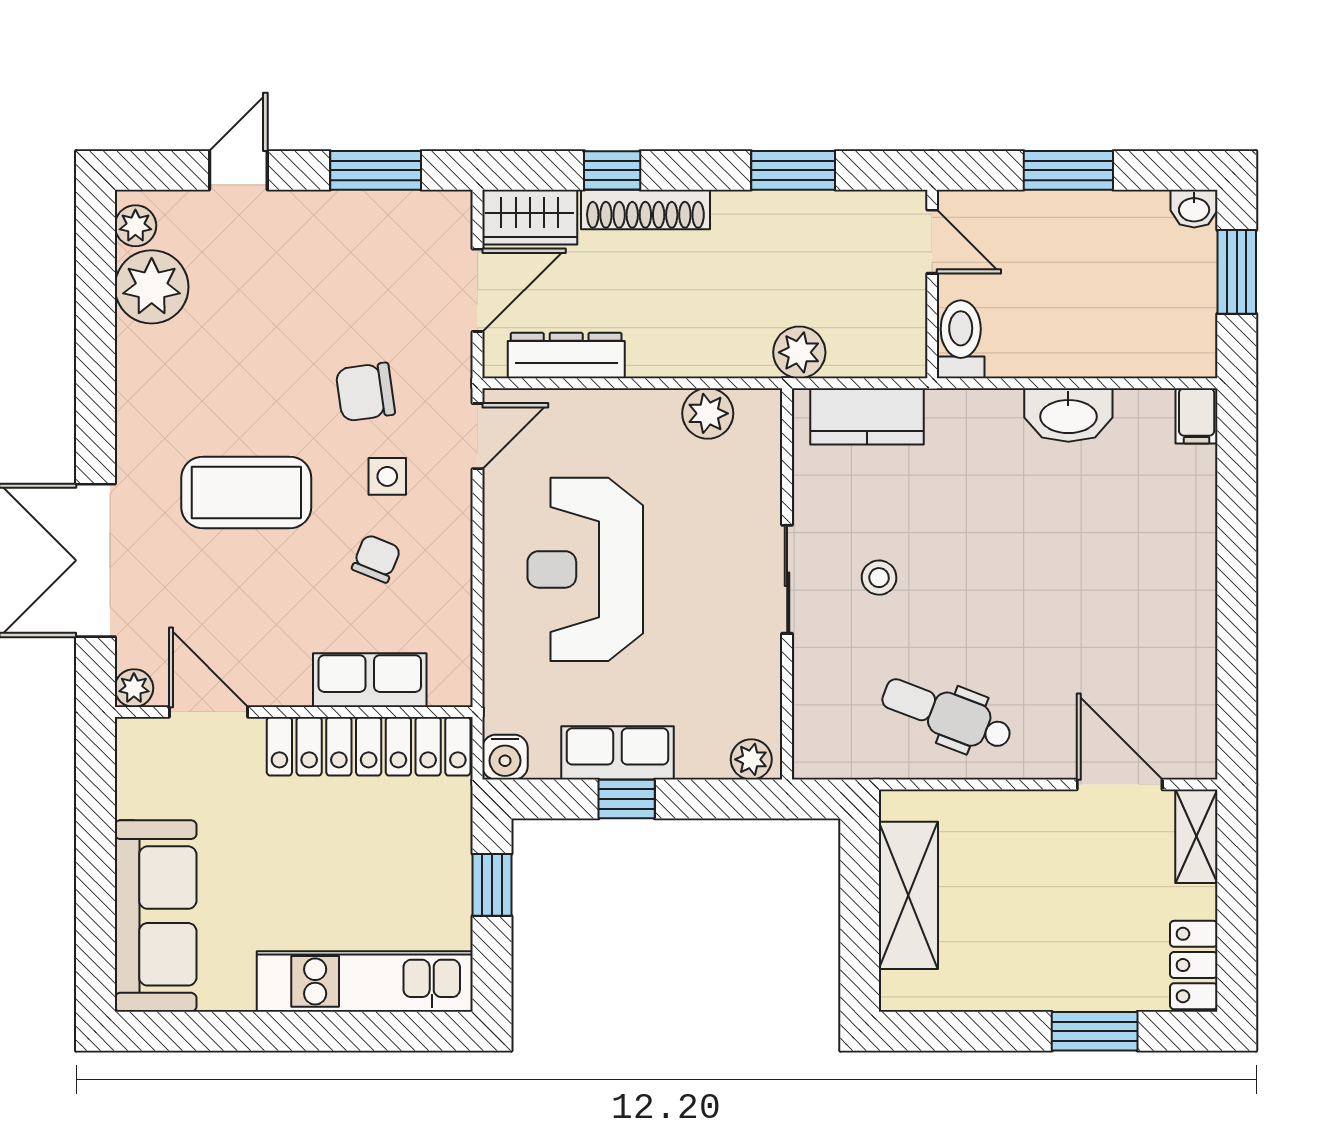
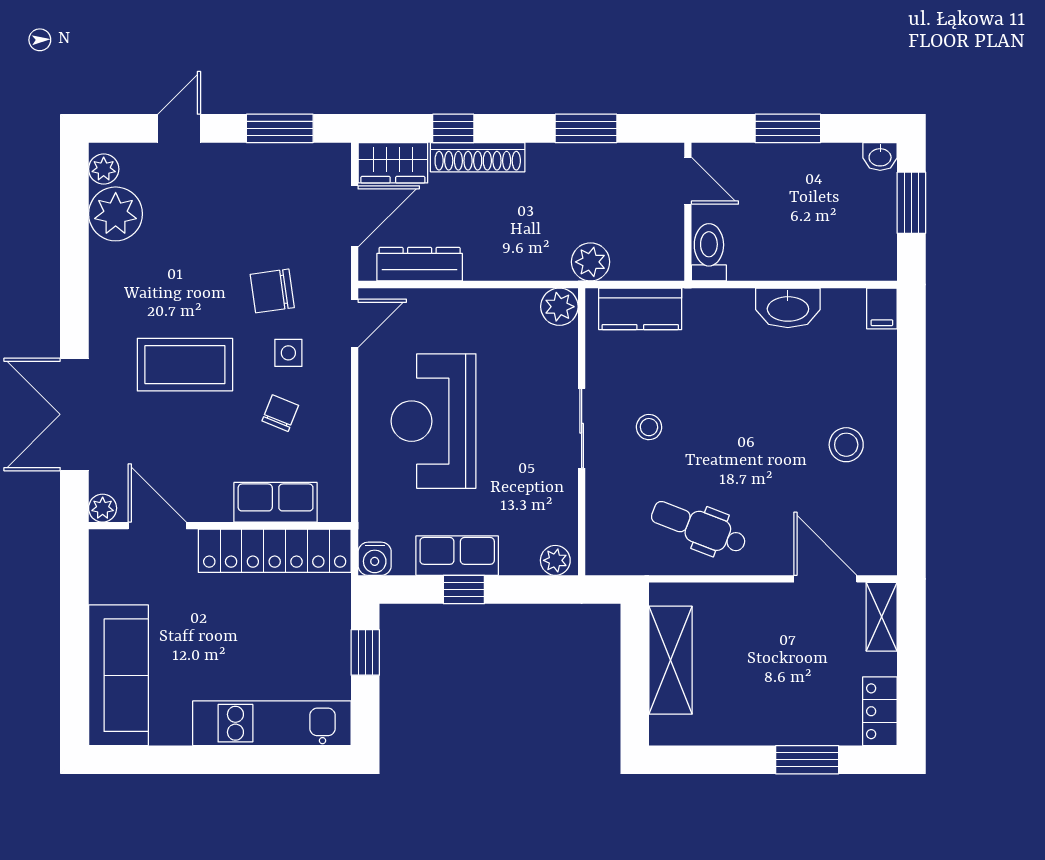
plant: (708, 413) -> (559, 307), moved
stool: (1148, 602) -> (846, 445), added

